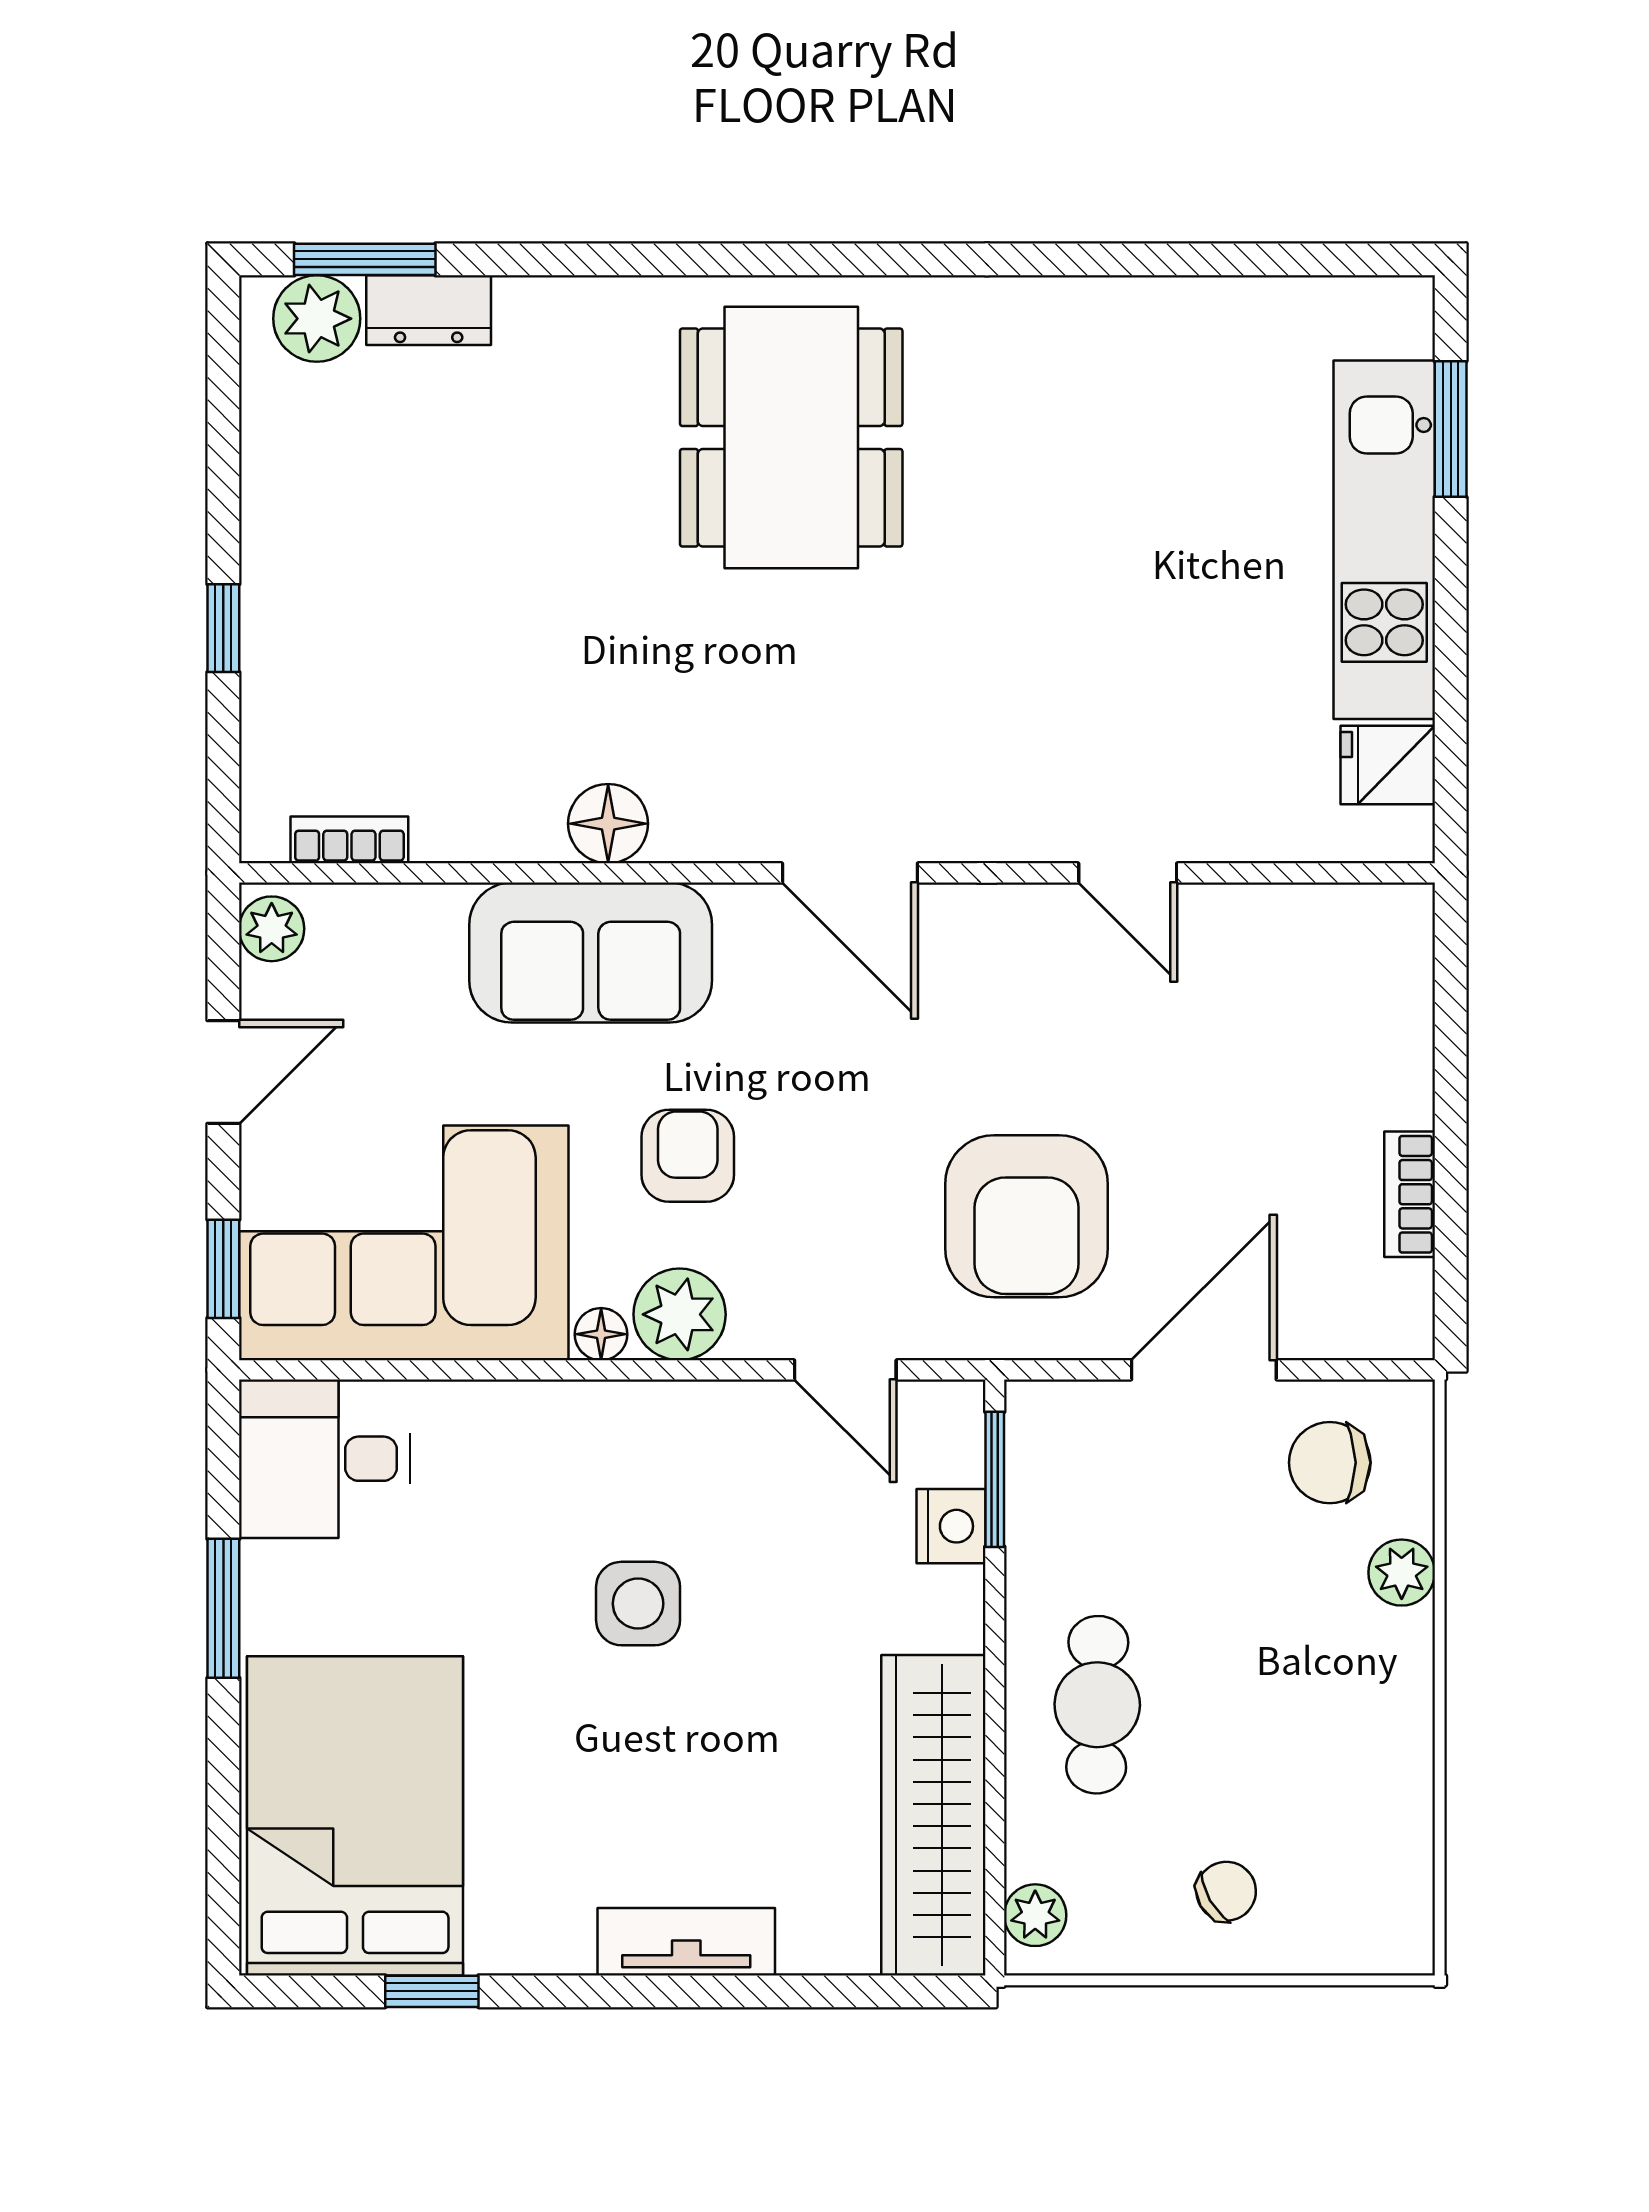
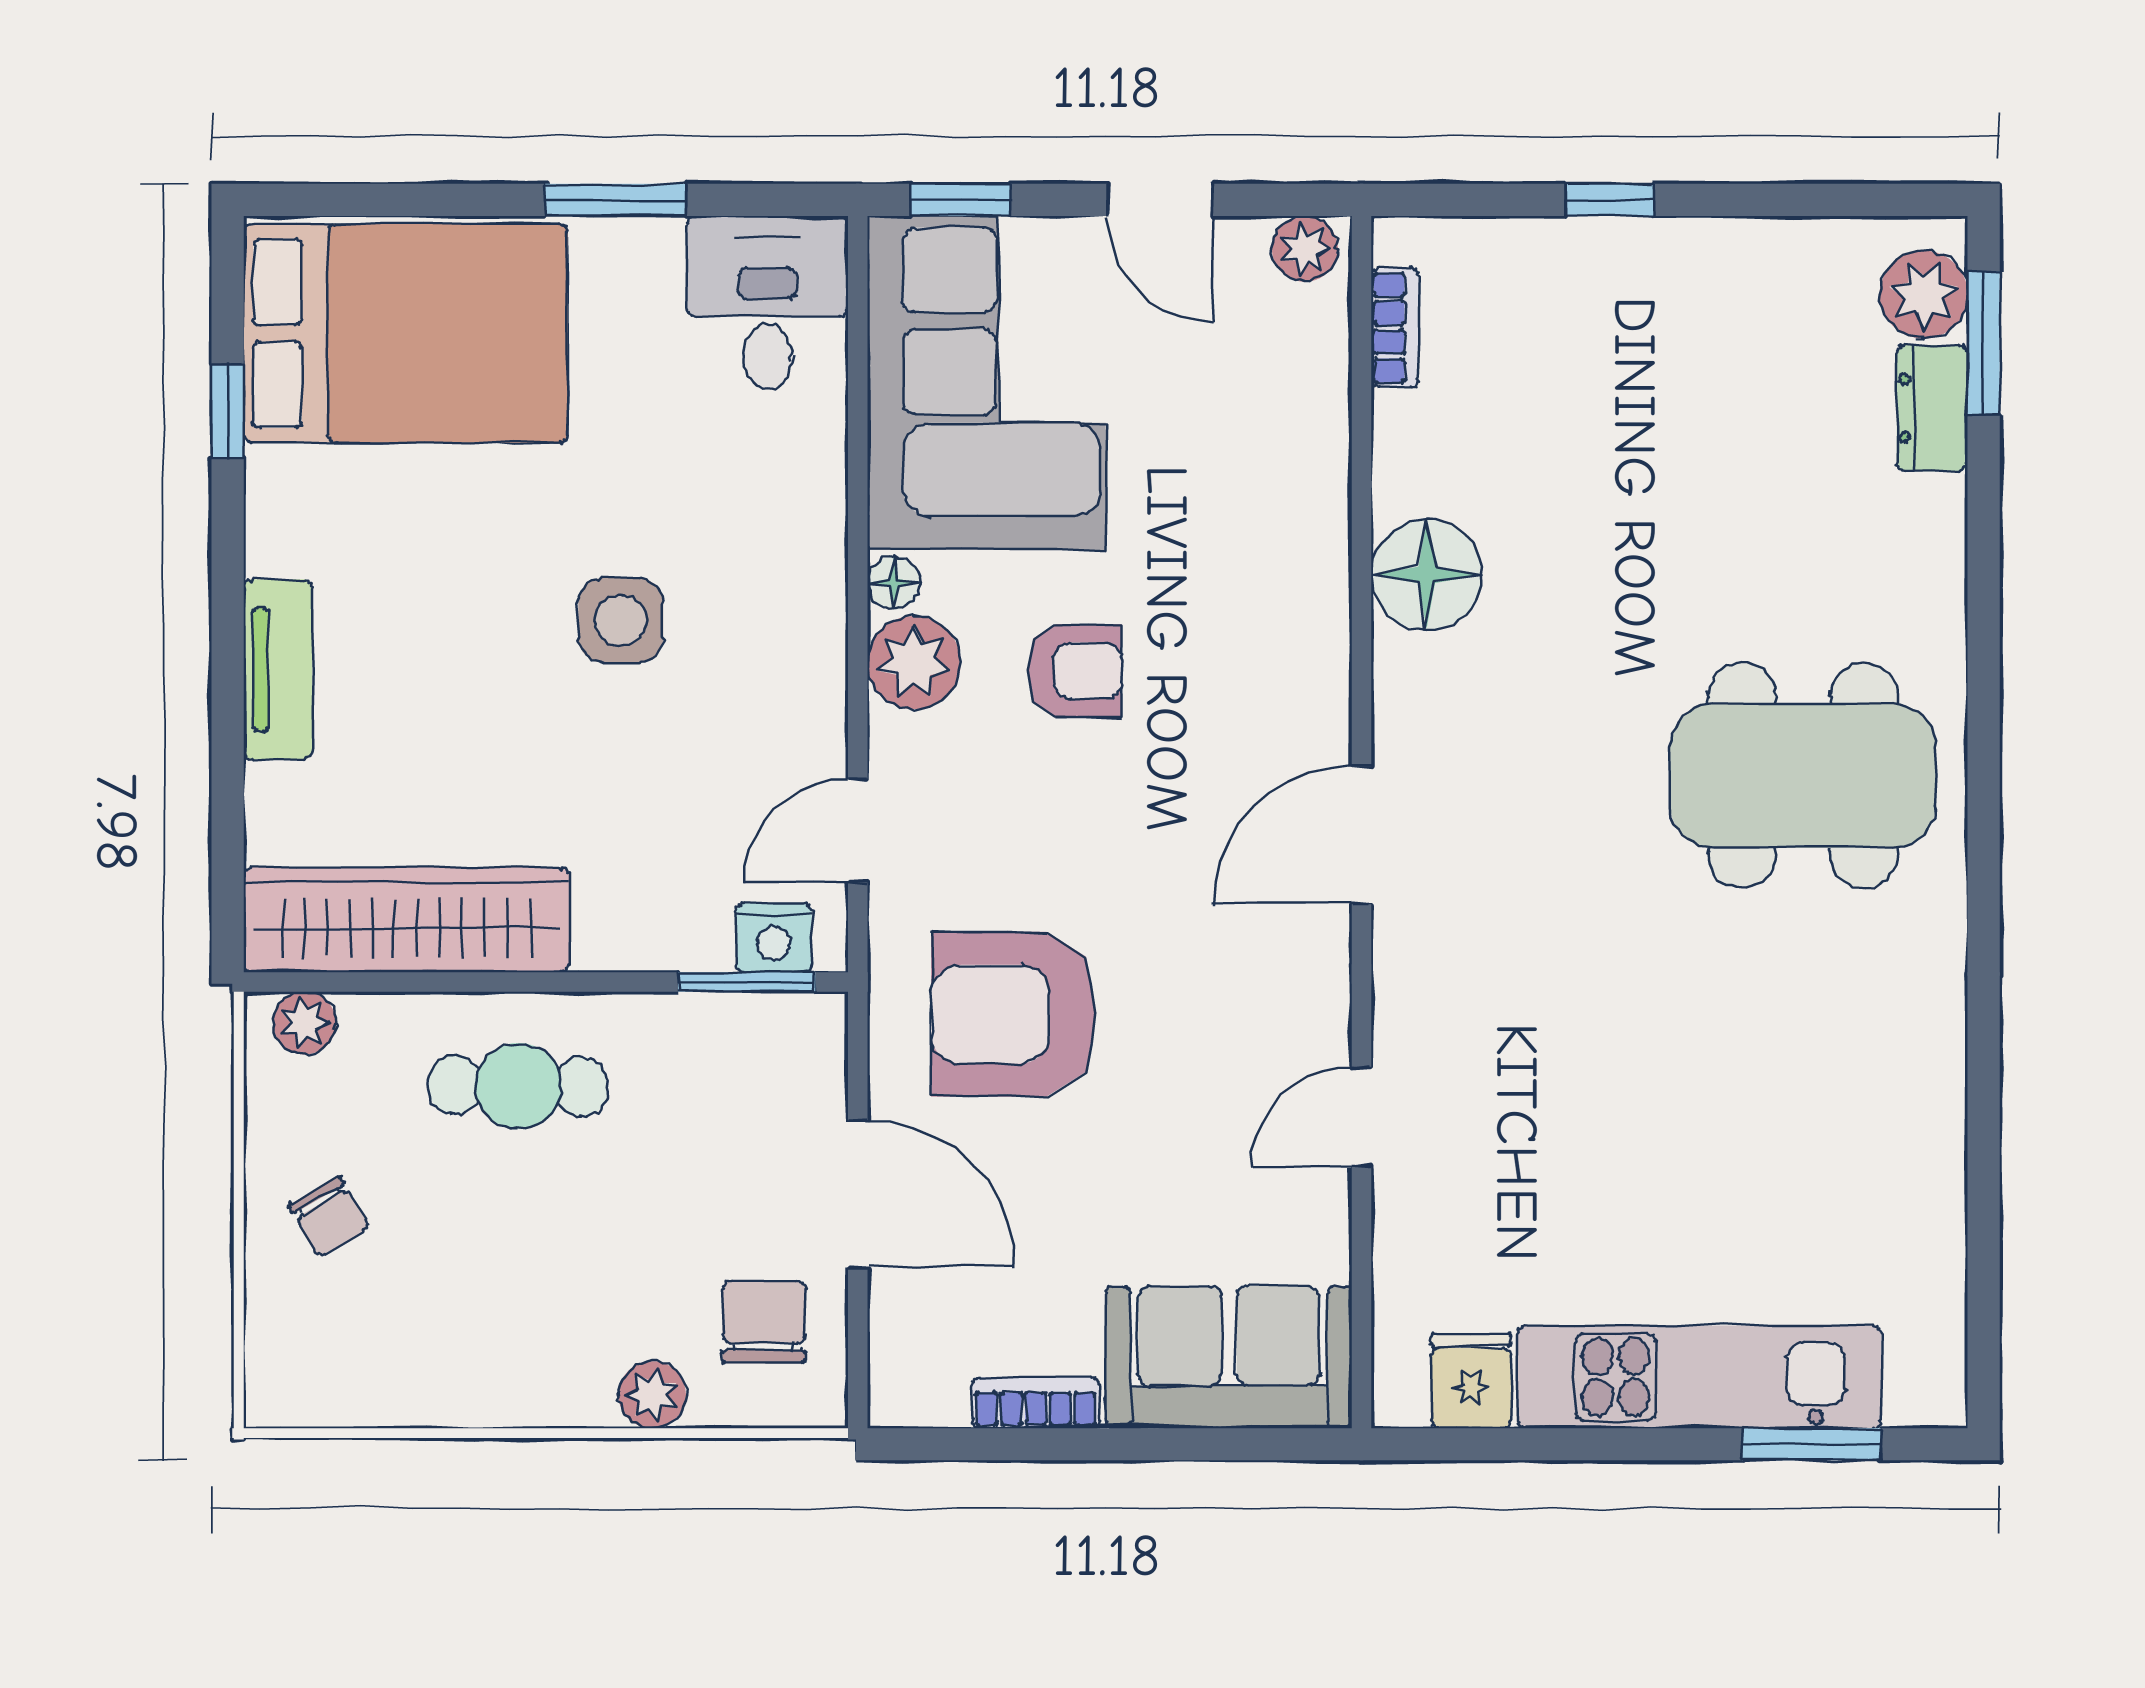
floor lamp: (608, 824) -> (1427, 575), width x1.38, depth x1.38
sofa: (591, 953) -> (1229, 1357), moved, turned 90
nightstand: (951, 1526) -> (774, 938), moved

